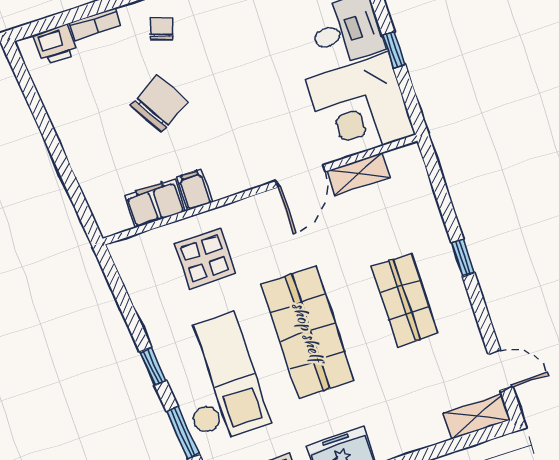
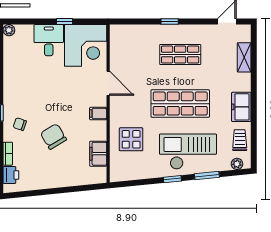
shelving: (358, 174) -> (116, 57), removed
filing cabinet: (194, 190) -> (98, 114), moved
shelving: (477, 416) -> (244, 57), moved

